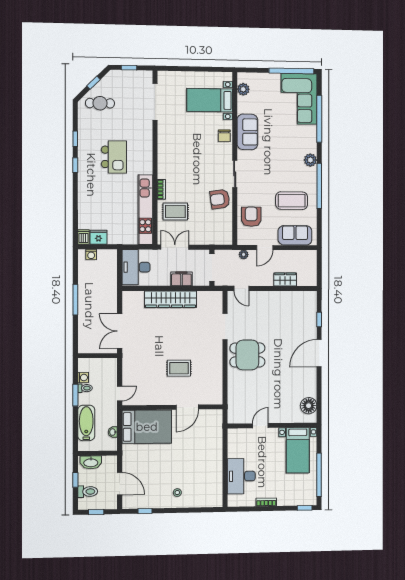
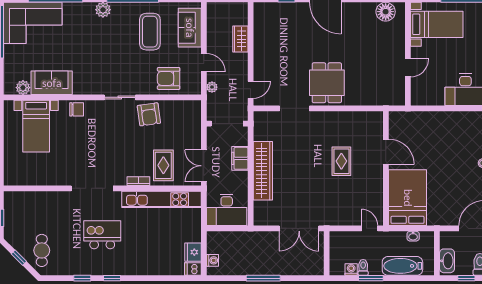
doorway: (155, 102) -> (92, 188), moved
sofa: (247, 132) -> (52, 83), moved
door: (260, 426) -> (408, 68), swing flipped

